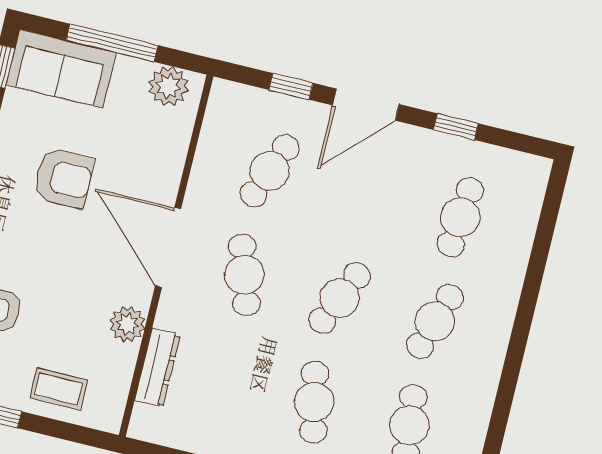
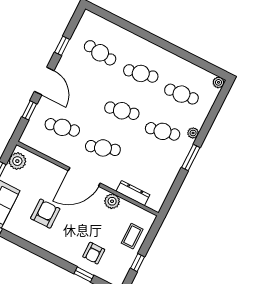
cafe table: (270, 171) -> (62, 127), turned -33
cafe table: (340, 298) -> (122, 111), turned -36
cafe table: (435, 321) -> (141, 73), turned -30

